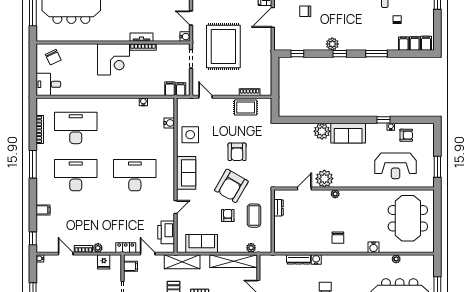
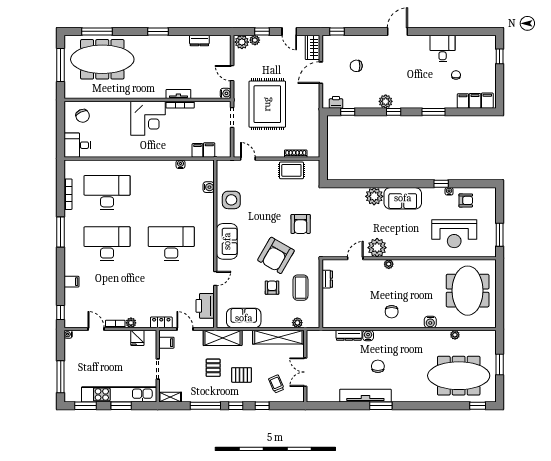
printer: (287, 45) -> (336, 102), added
filing cabinet: (181, 89) -> (197, 150), moved
armchair: (237, 152) -> (301, 224), moved

